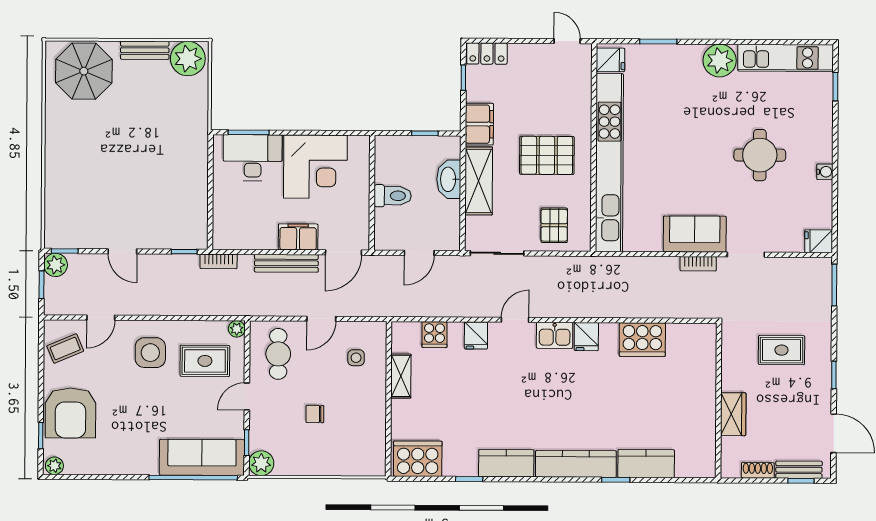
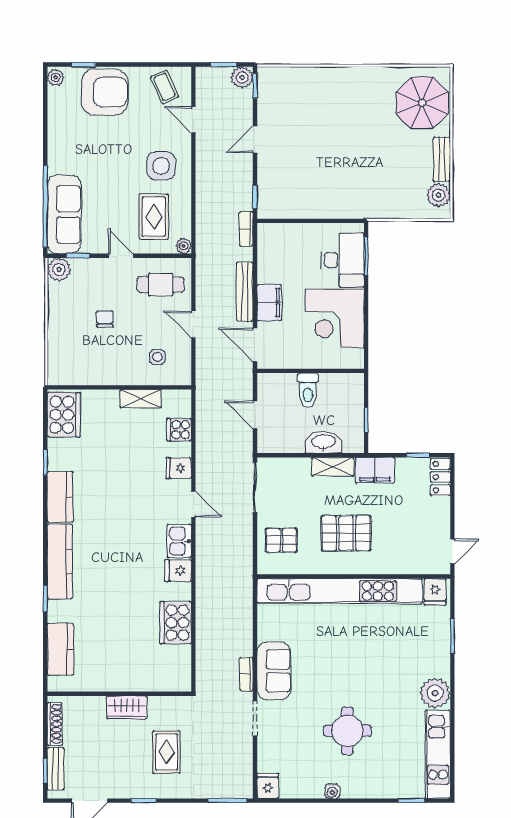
plant: (188, 59) -> (439, 195), width x0.73, depth x0.73
pallet: (547, 155) -> (346, 533), turned 90
shelving: (479, 181) -> (333, 467), width x0.67, depth x0.75
armchair: (70, 413) -> (105, 92), turned 180
wardrobe: (733, 414) -> (127, 707), moved
kitchen counter: (646, 464) -> (60, 649), moved
shoe rack: (758, 470) -> (55, 724), width x1.43

